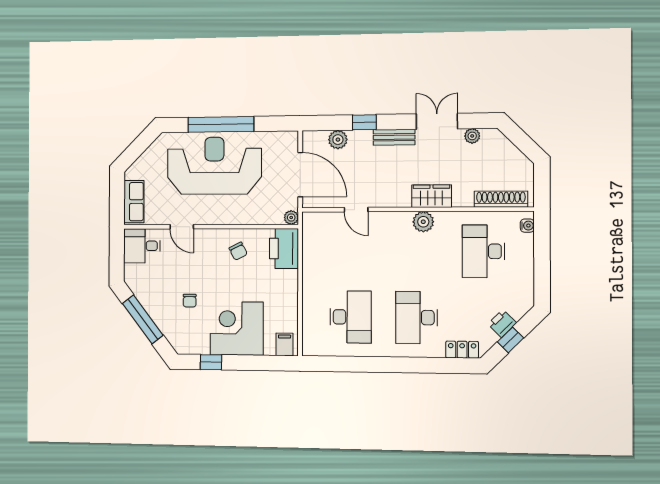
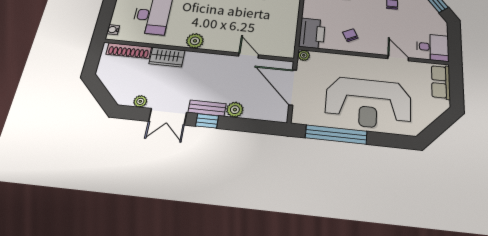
window: (364, 122) -> (207, 121), moved
window: (221, 124) -> (336, 135), moved
plant: (338, 140) -> (235, 110), moved
wardrobe: (432, 196) -> (167, 57), moved

